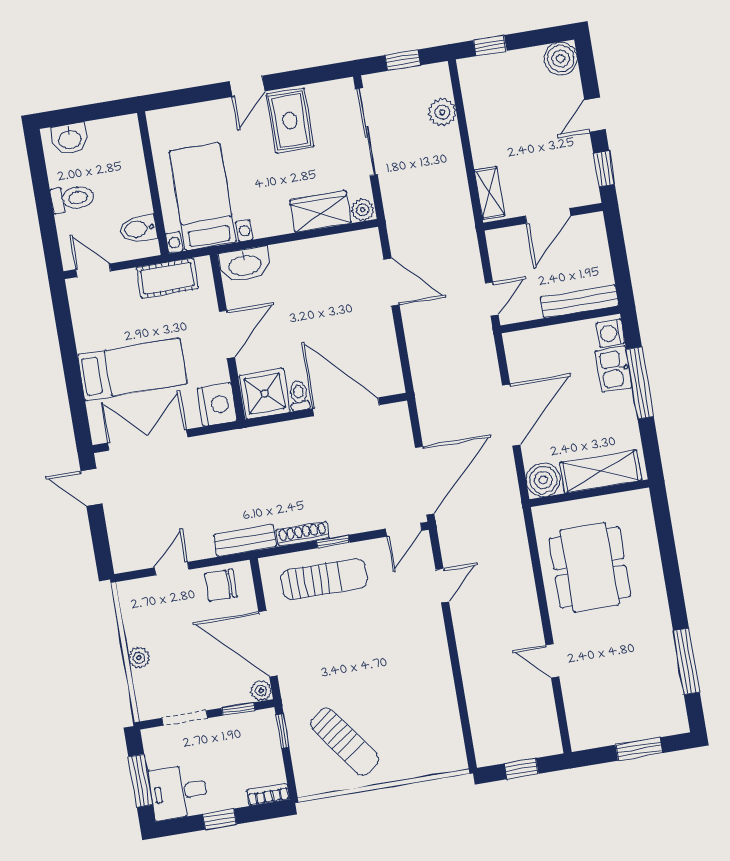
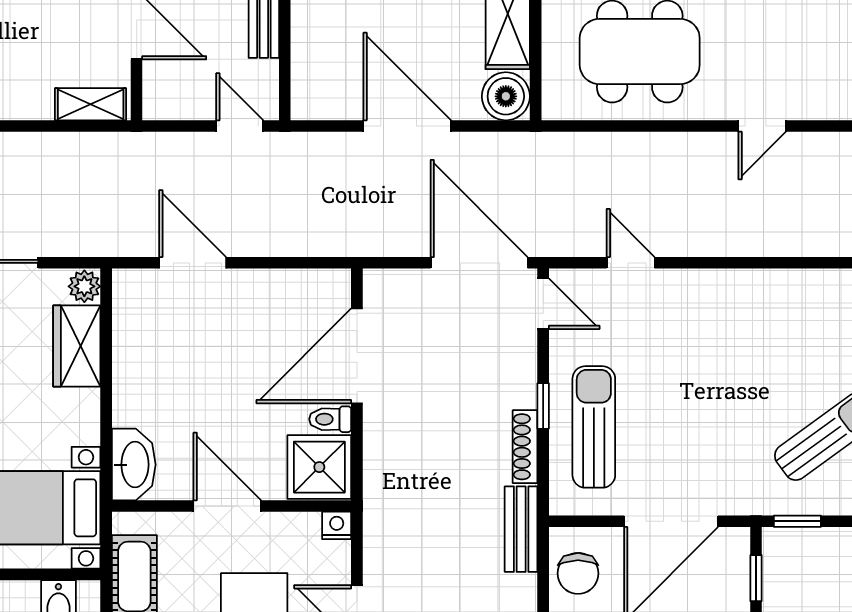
door: (391, 282) -> (193, 263), hinge flipped
nightstand: (217, 405) -> (337, 525), width x0.53, depth x0.56
plant: (261, 691) -> (735, 542), removed

